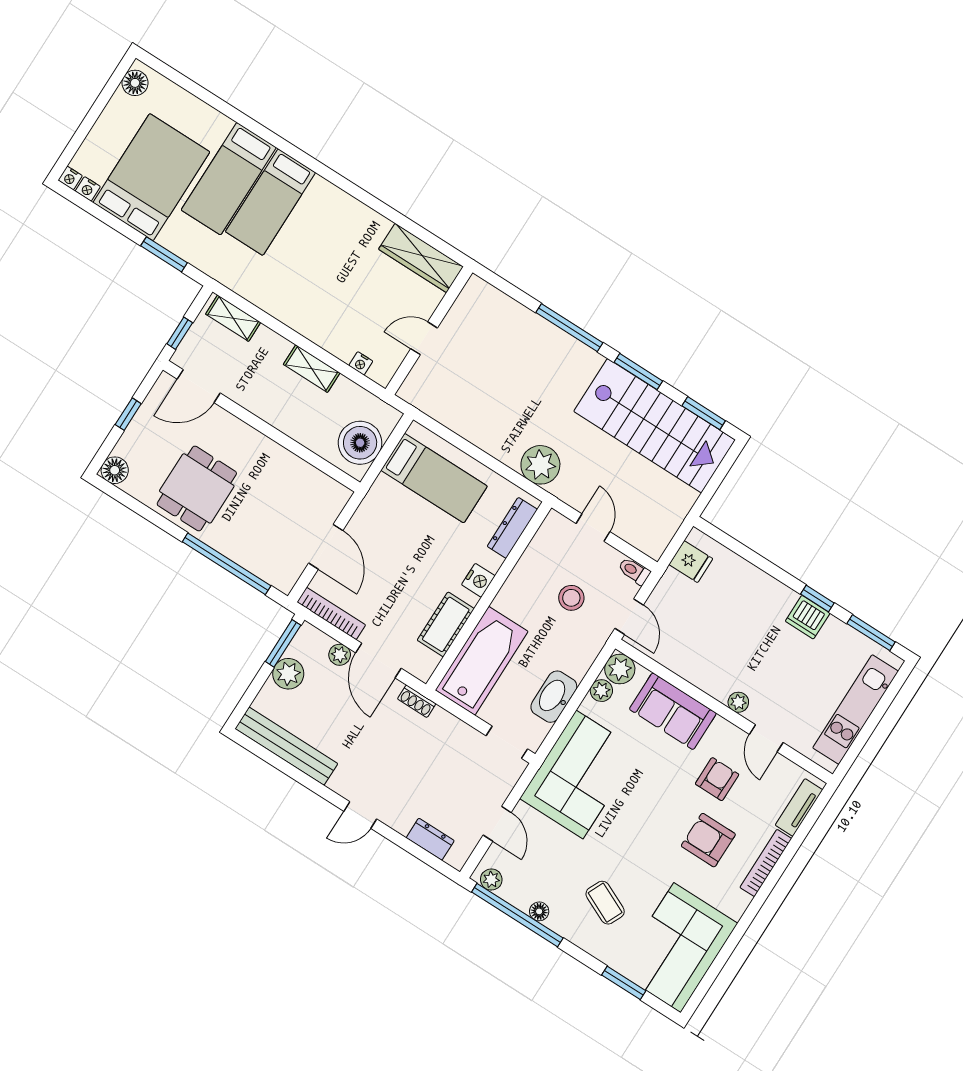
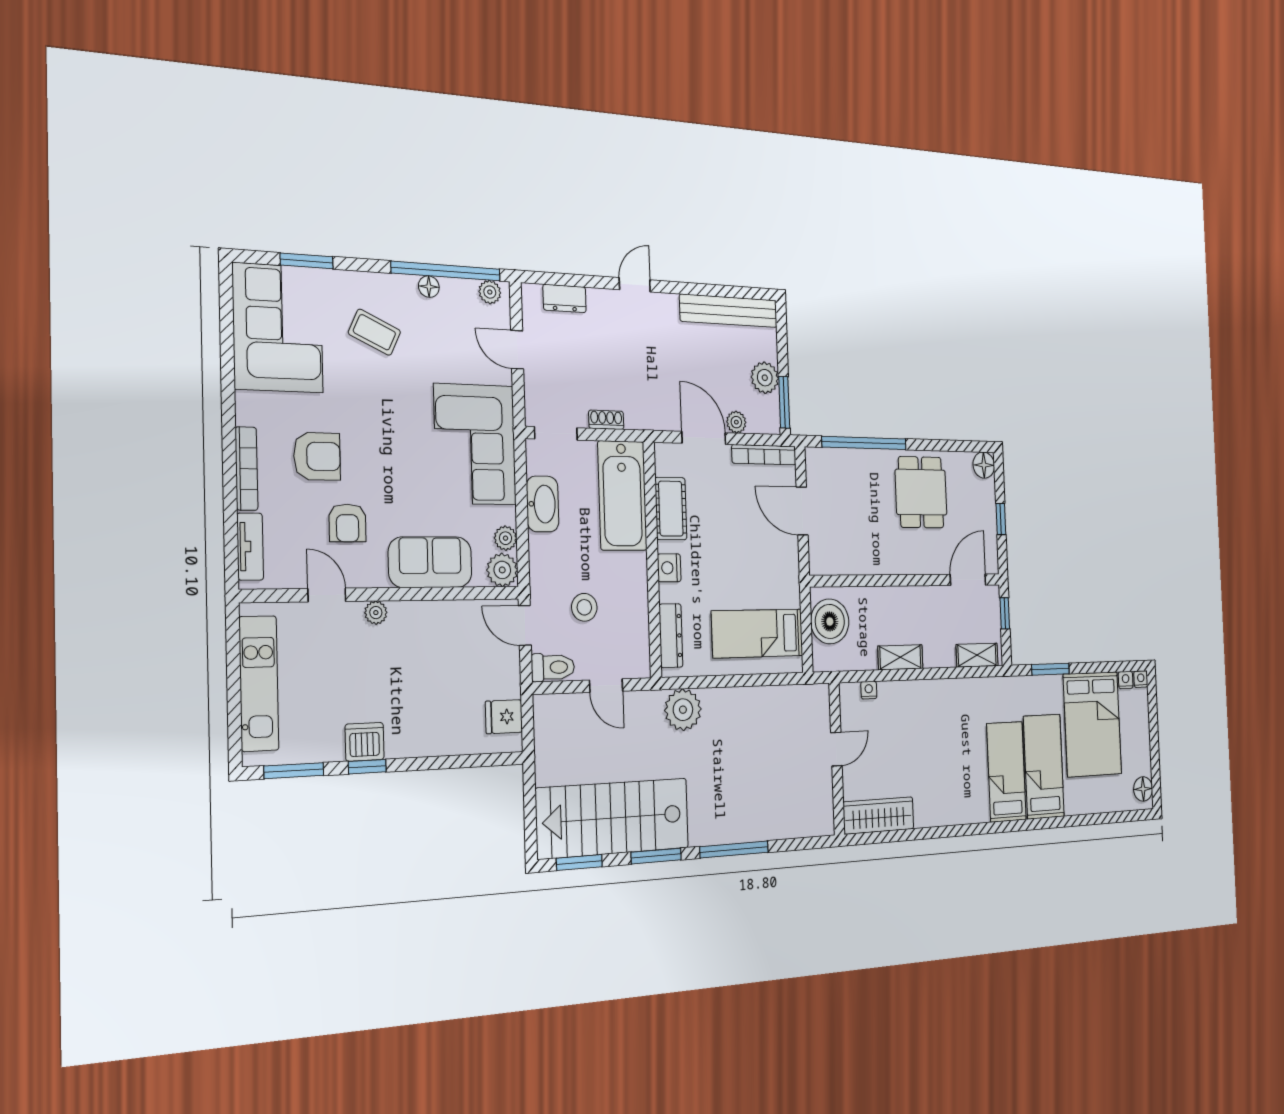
toilet: (634, 571) -> (553, 667), width x1.37, depth x1.39
shoe rack: (417, 701) -> (606, 420), moved

